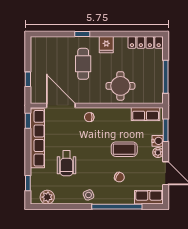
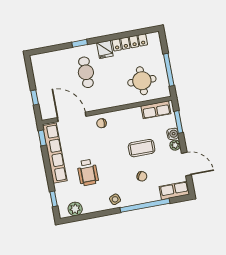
locker: (145, 42) -> (130, 42), moved
round table: (120, 86) -> (142, 81), moved

